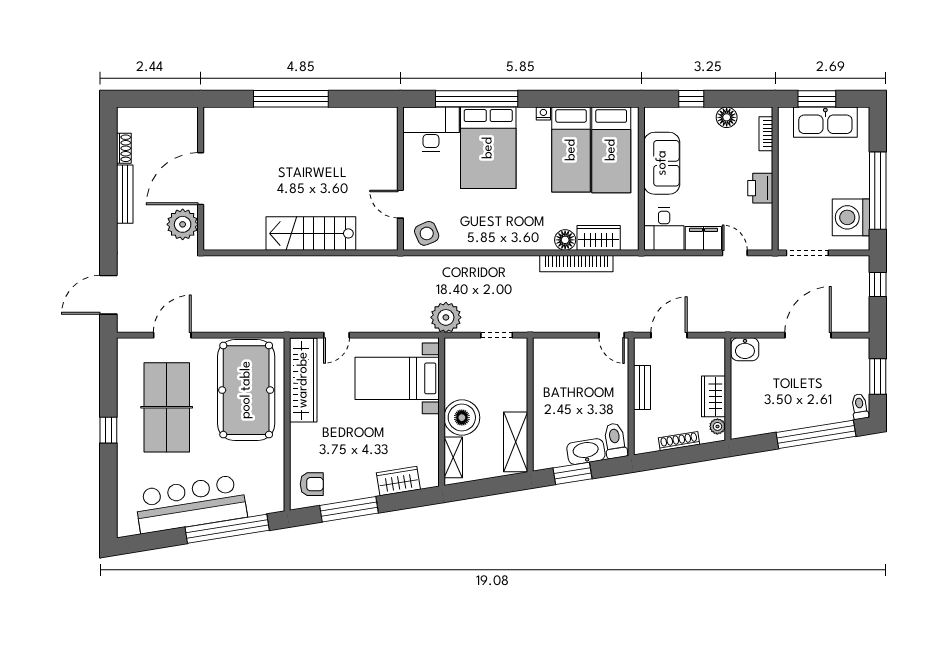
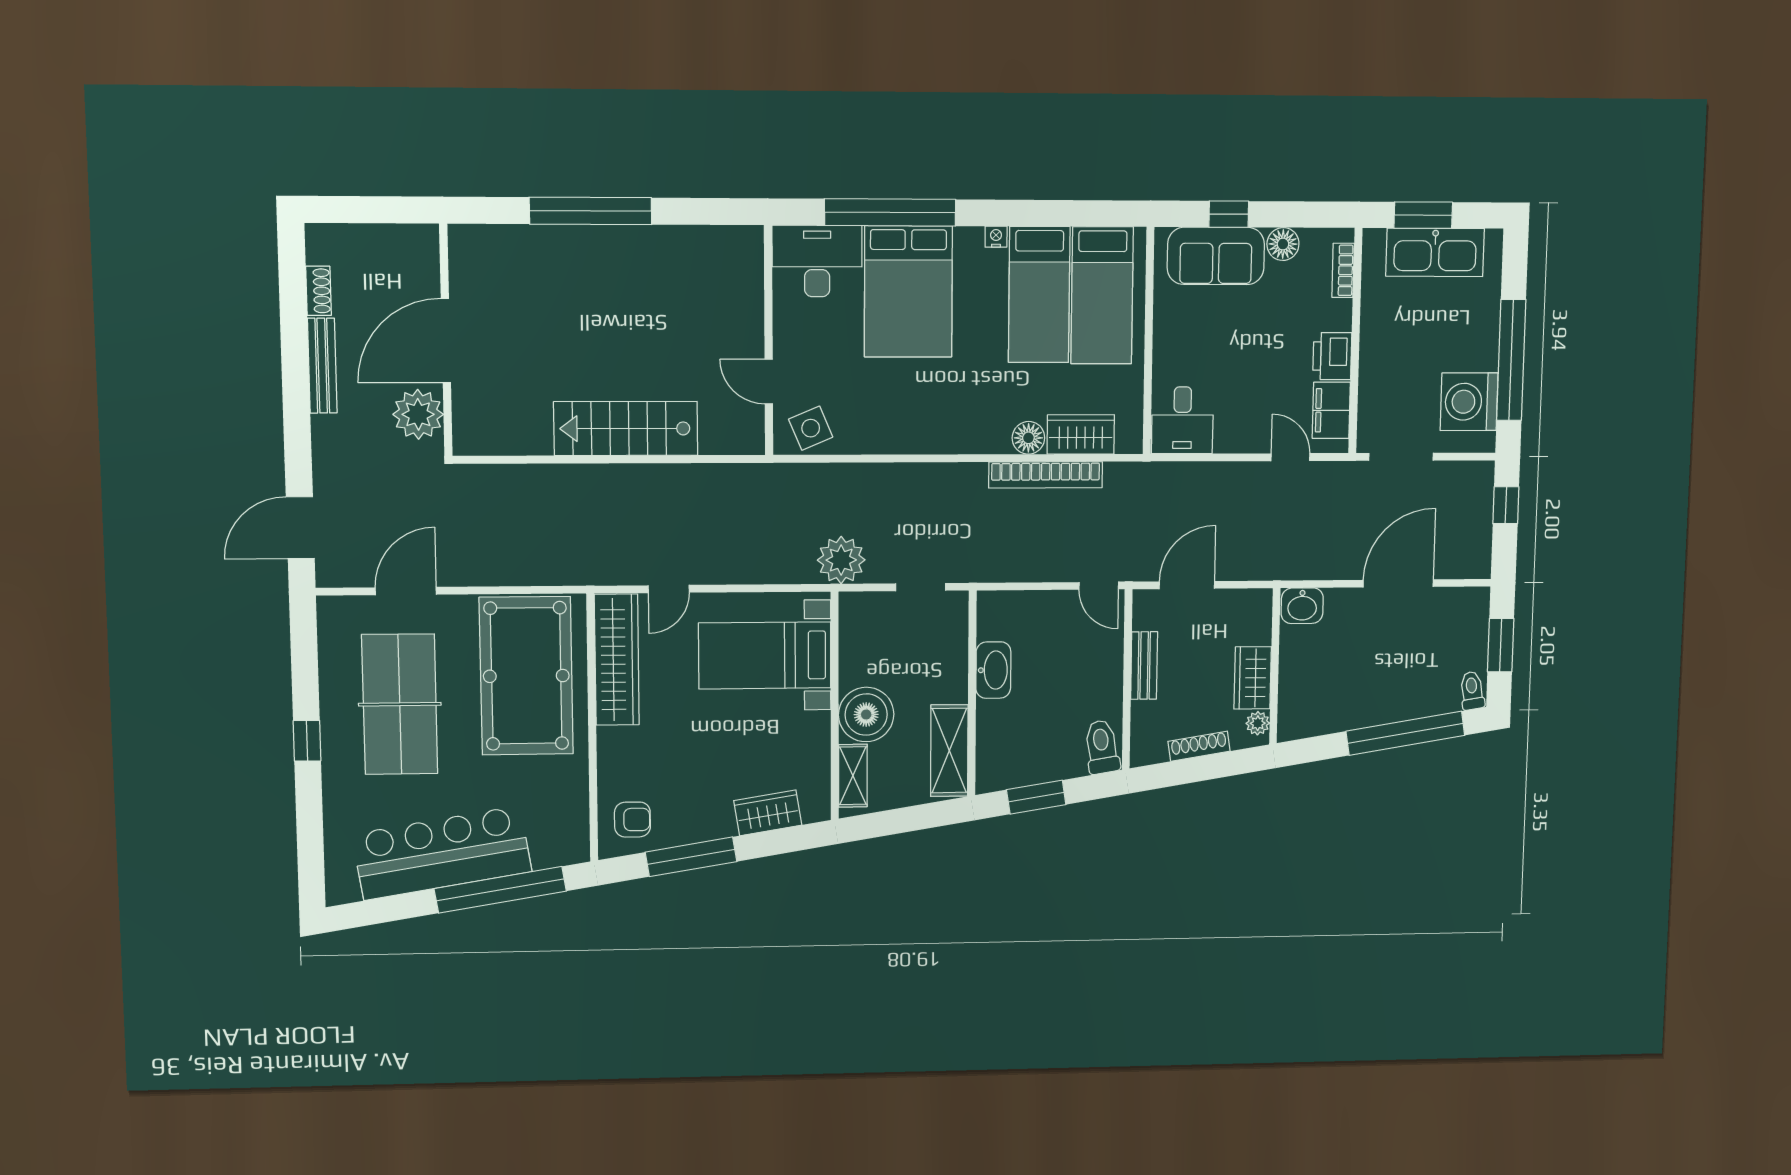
sofa: (662, 163) -> (1216, 256), moved, turned 90
filing cabinet: (703, 238) -> (1331, 410), moved, turned -90
washbasin: (586, 452) -> (993, 670), moved, turned 99

